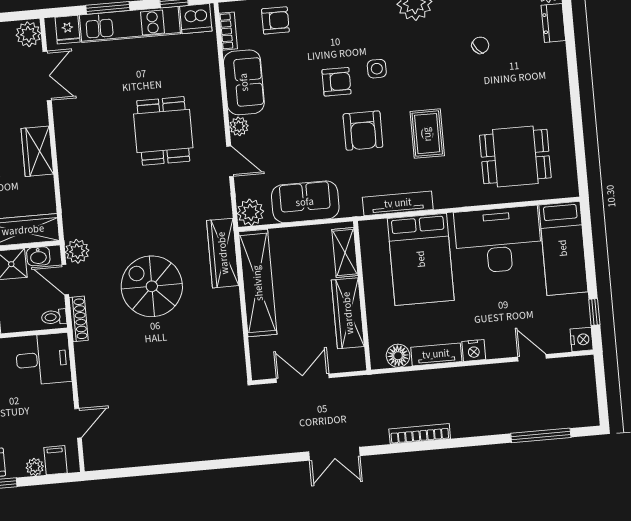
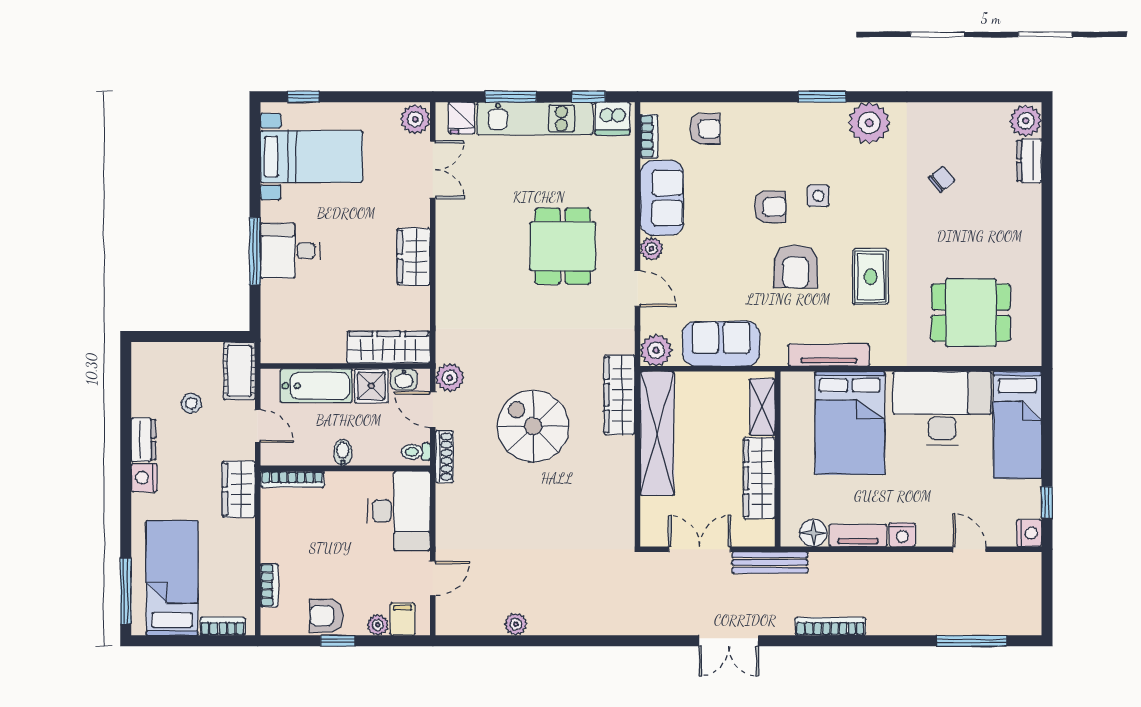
desk: (43, 359) -> (399, 511), width x1.37
bench: (363, 384) -> (770, 562), added
plant: (152, 456) -> (516, 624), added

